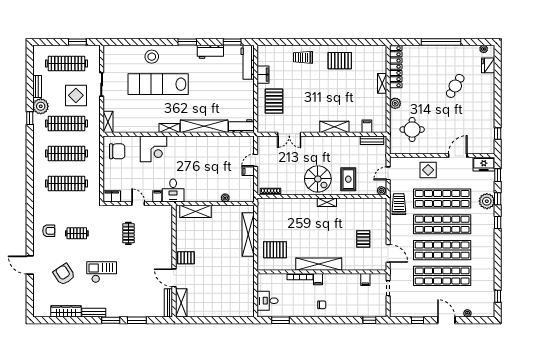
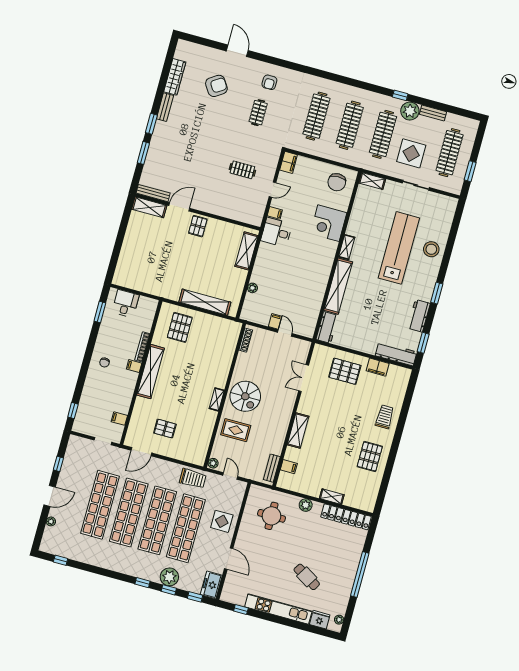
kitchen unit: (489, 102) -> (278, 609), added
spiral stairs: (318, 179) -> (245, 396), turned -90
door: (30, 265) -> (237, 51), hinge flipped
checkout: (102, 272) -> (208, 128), removed

